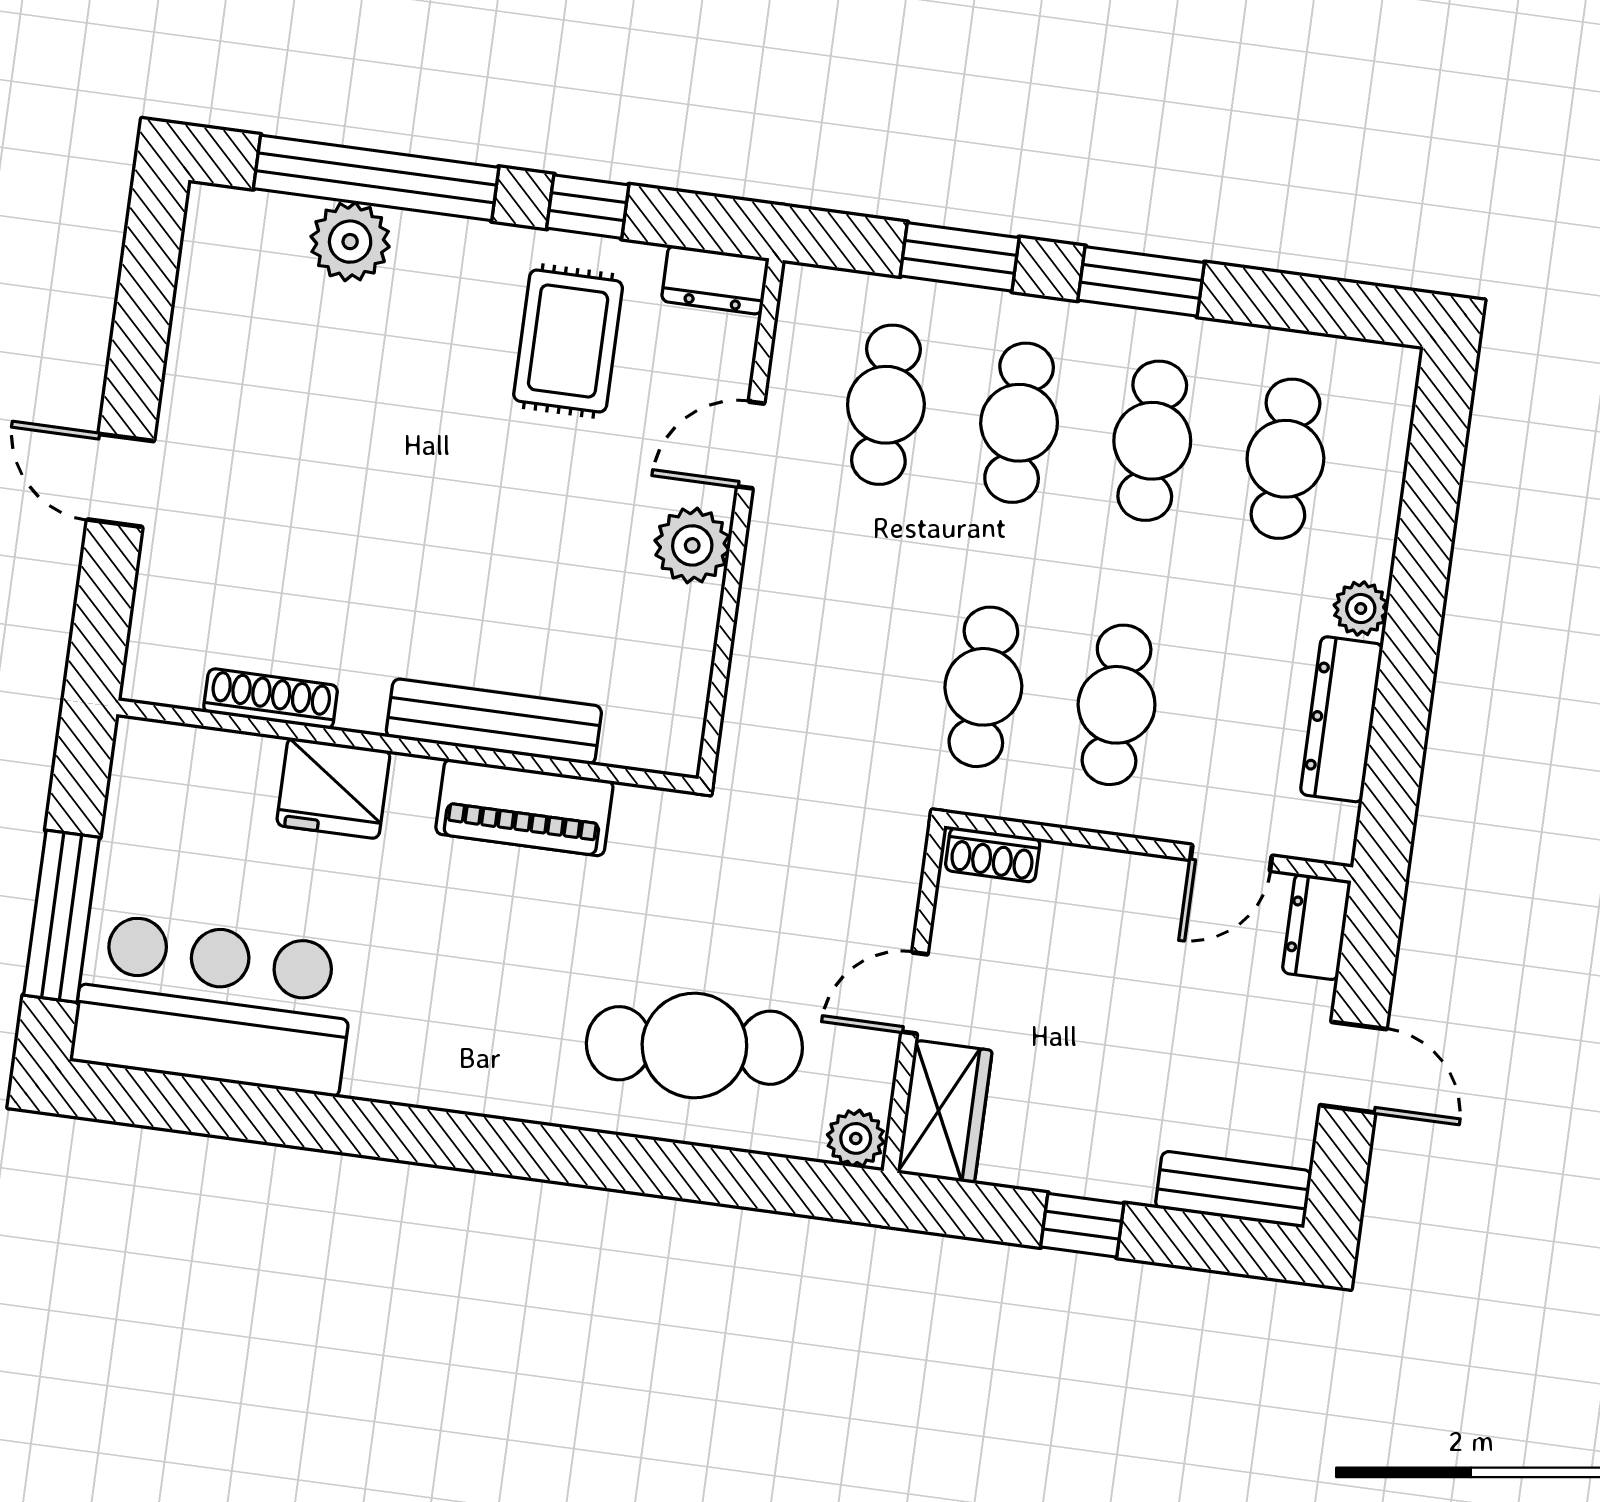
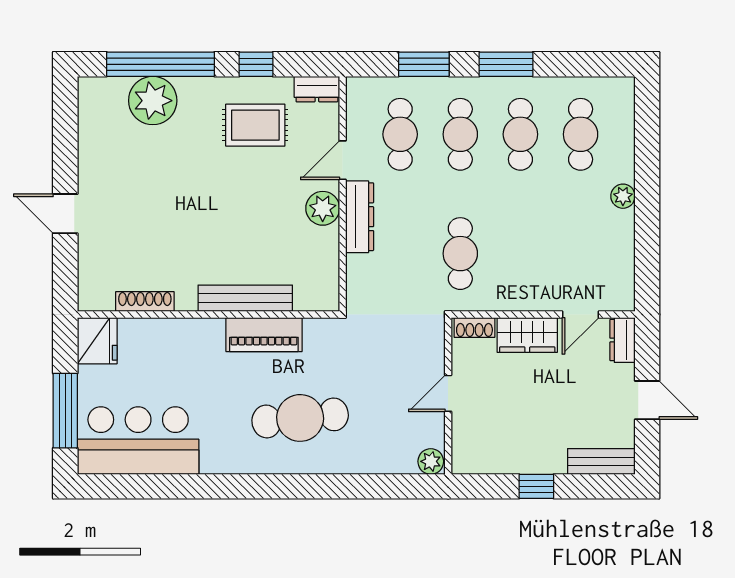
plant: (350, 242) -> (153, 101), width x1.36, depth x1.36
rug: (568, 341) -> (255, 125), turned 90
cafe table: (1117, 705) -> (520, 254), removed
dresser: (1342, 719) -> (360, 217), moved, turned 180
fridge: (333, 788) -> (97, 341), moved, turned -90
cafe table: (694, 1045) -> (300, 418), moved
wardrobe: (945, 1112) -> (527, 335), moved, turned 90

